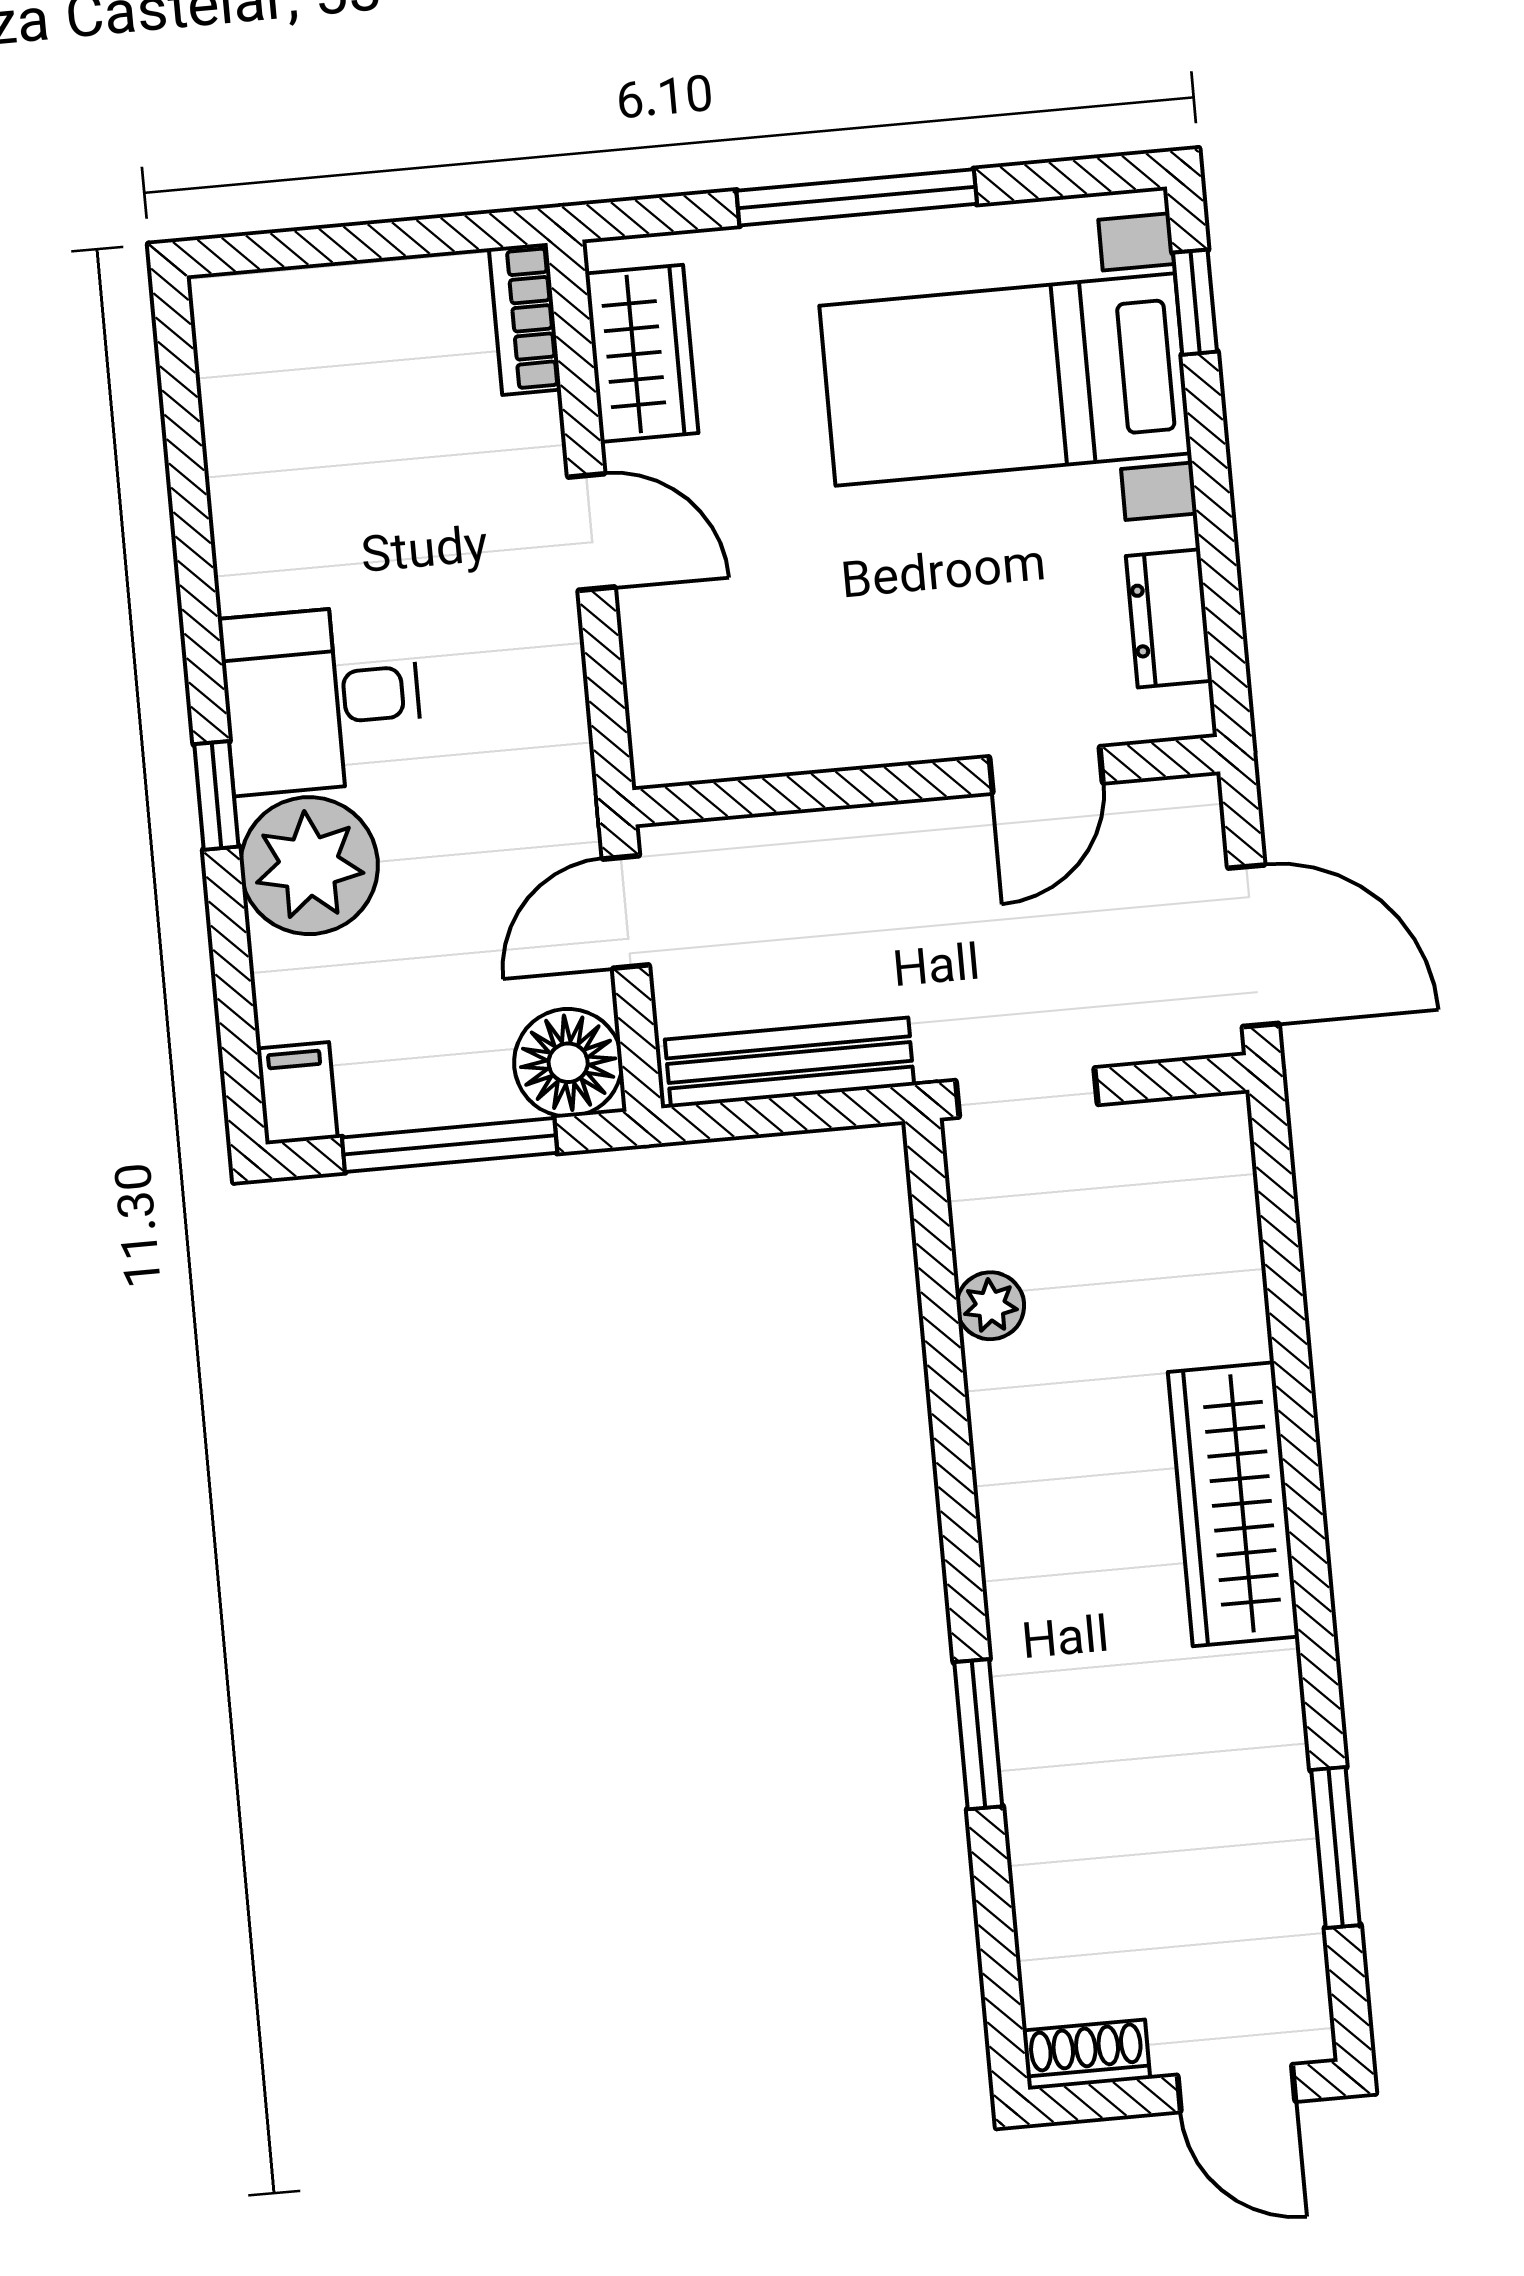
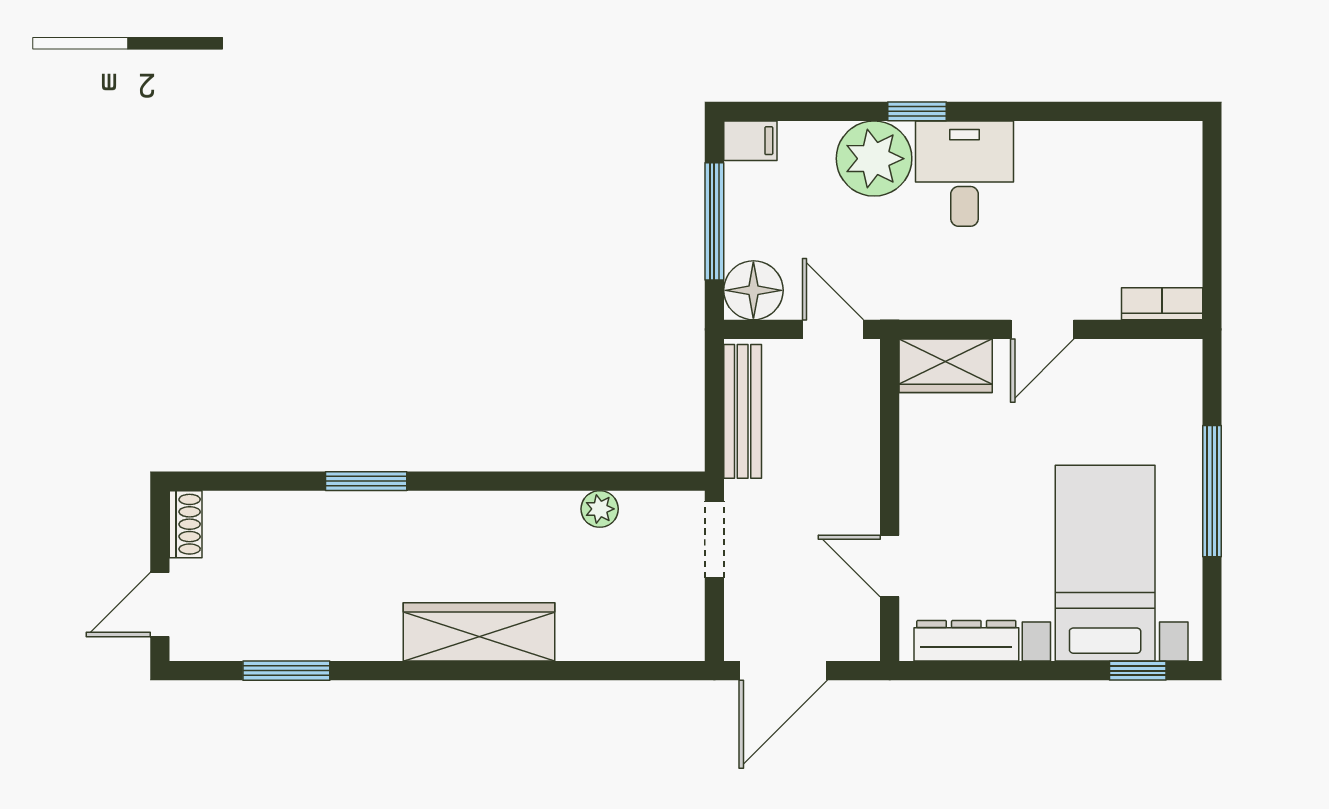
wardrobe: (642, 353) -> (946, 366), moved
dresser: (1169, 618) -> (966, 641), width x1.44

